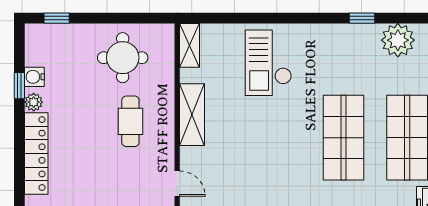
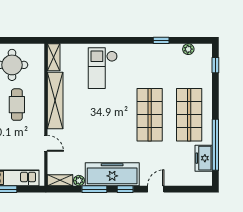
plant: (398, 40) -> (188, 49), width x0.53, depth x0.53
shelving: (192, 115) -> (55, 100), width x1.47

